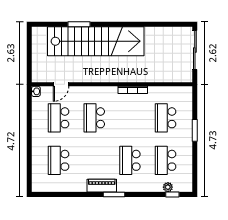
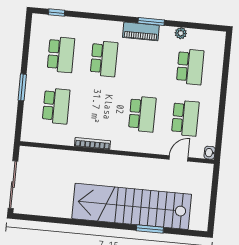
plant: (168, 187) -> (181, 33), moved
window: (114, 194) -> (151, 22), moved

